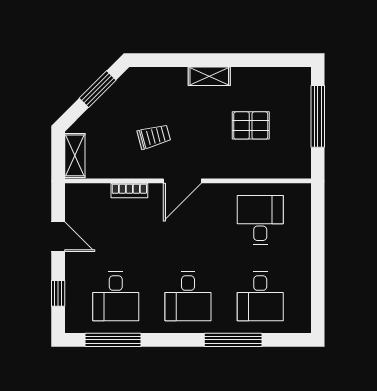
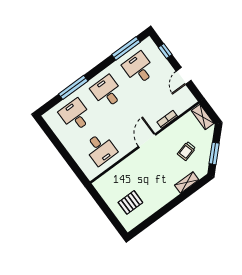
shelving: (209, 76) -> (187, 183), moved
window: (318, 116) -> (109, 213), removed
pallet: (251, 125) -> (130, 202), moved
trolley: (154, 136) -> (186, 151), moved
door: (58, 237) -> (184, 76), hinge flipped

